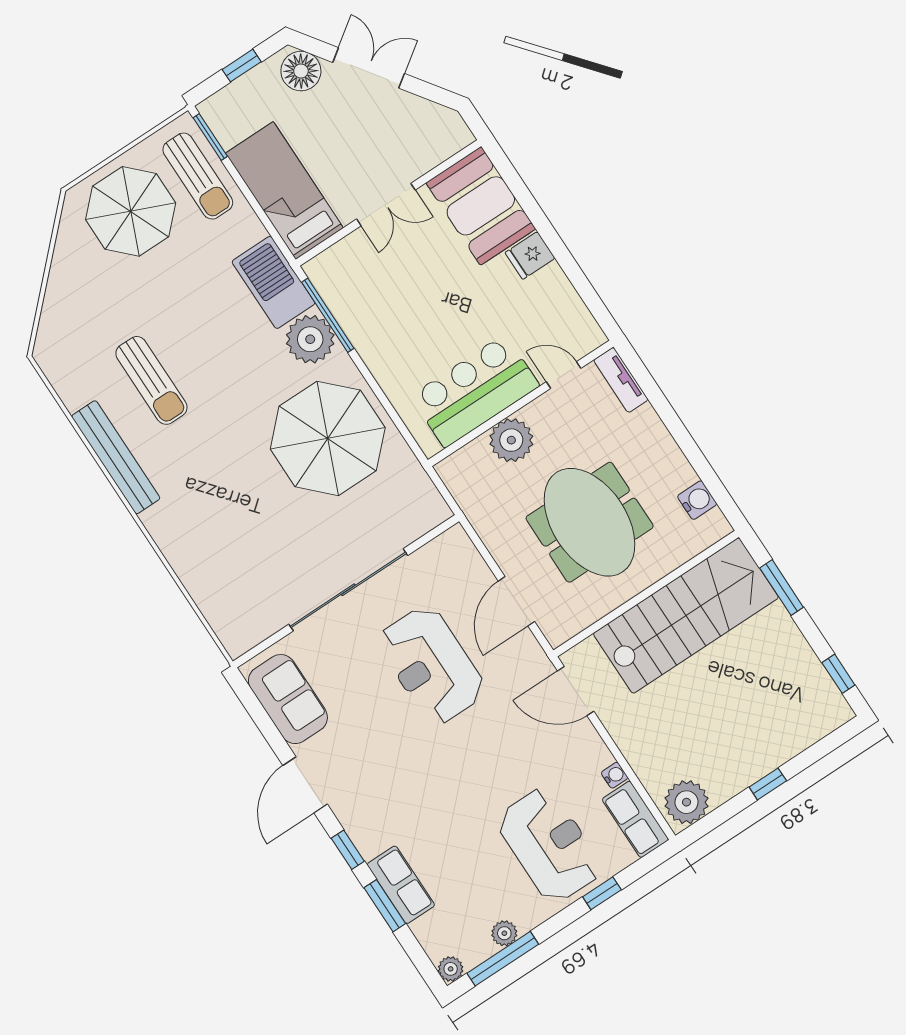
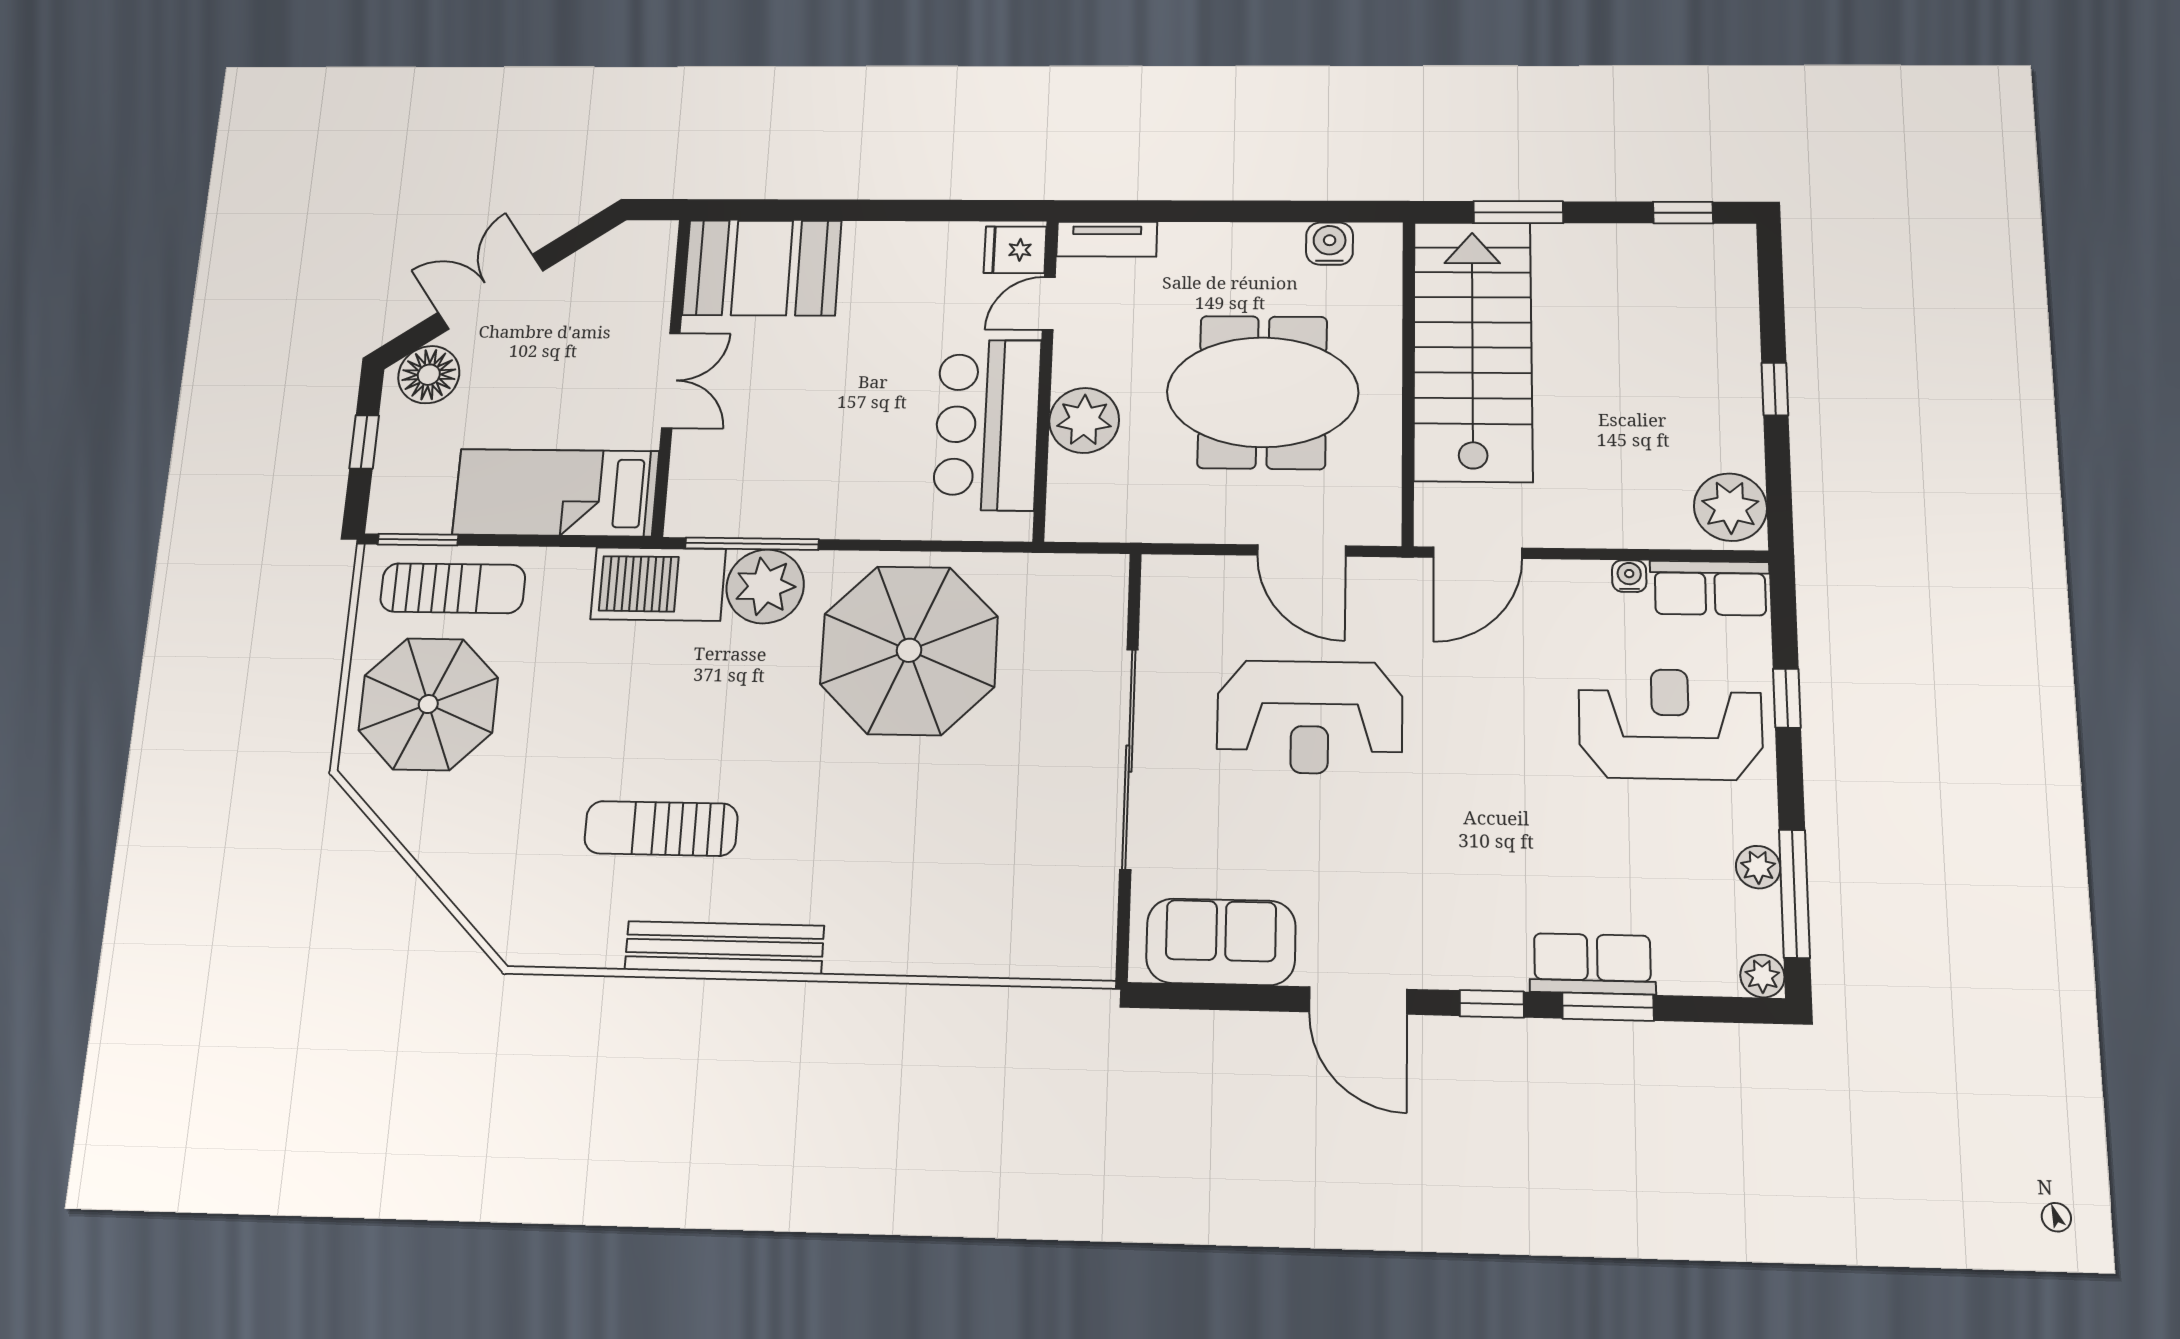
fridge: (530, 255) -> (1015, 250), moved, turned 90
sun lounger: (151, 380) -> (661, 828), turned 180

